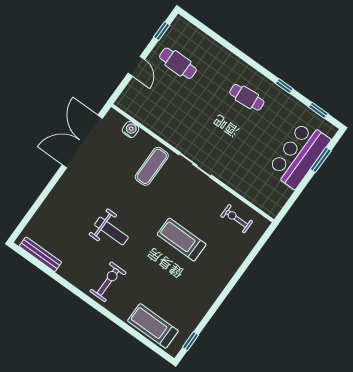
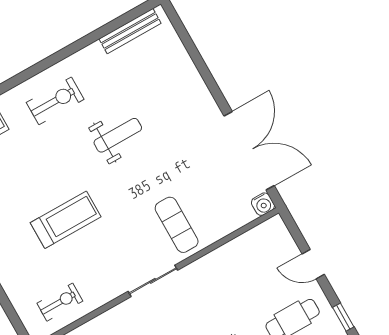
water cooler: (131, 130) -> (263, 204), moved
weight bench: (111, 231) -> (118, 135), turned 180
exercise bike: (108, 282) -> (55, 101), turned -90

